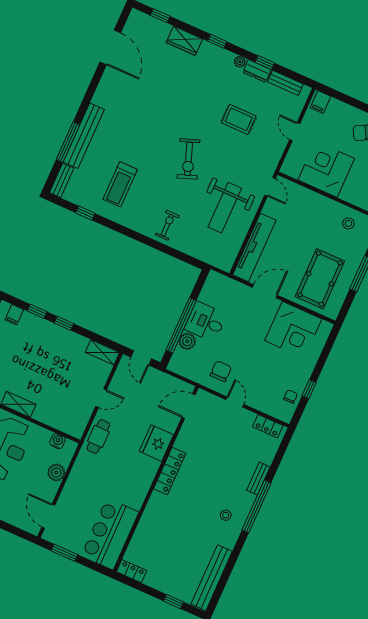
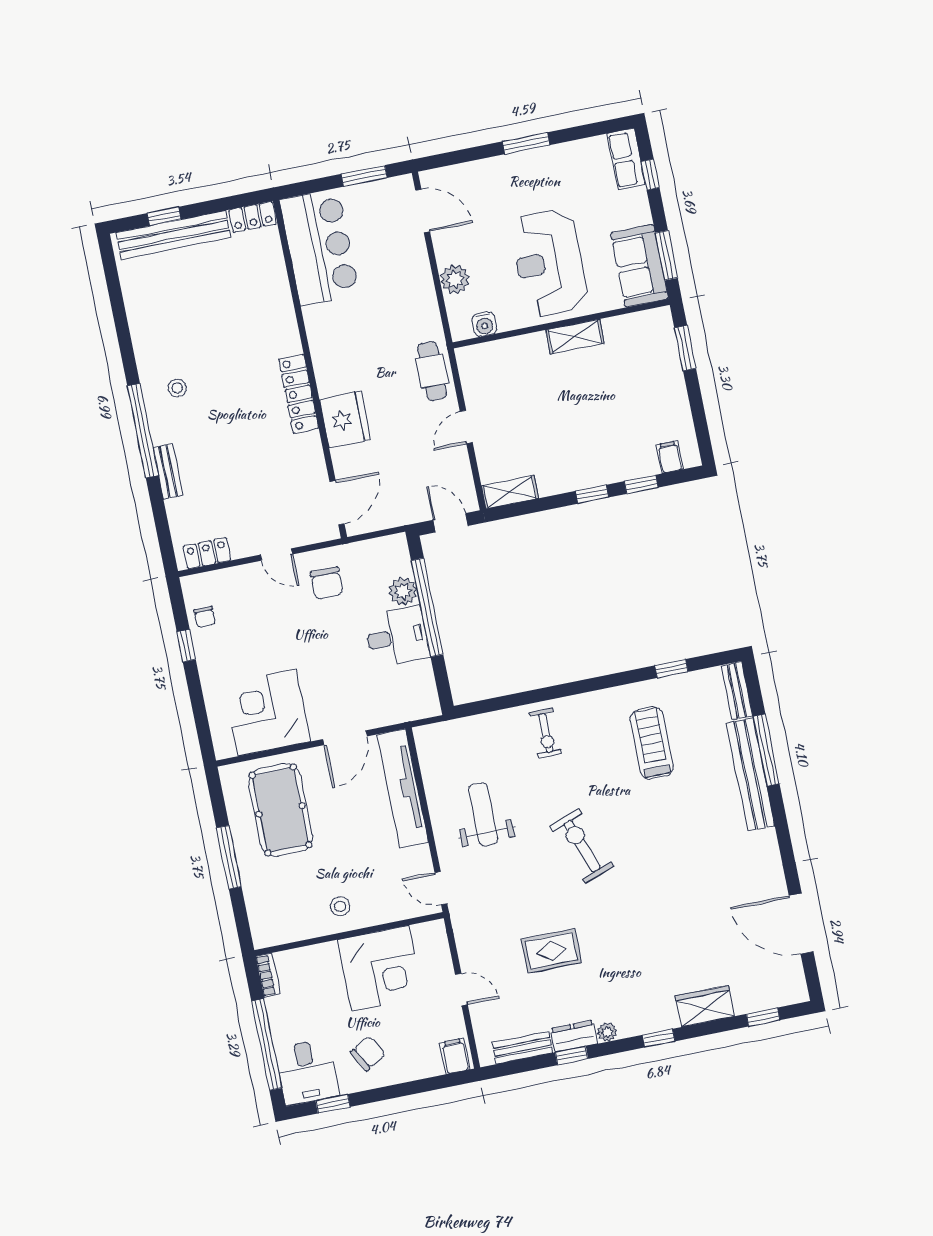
weight bench: (225, 208) -> (483, 814), width x0.73, depth x0.75
stool: (348, 223) -> (340, 906), moved
bench: (212, 578) -> (173, 235), moved, turned 90

